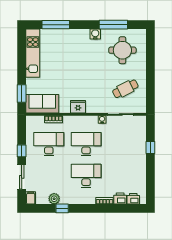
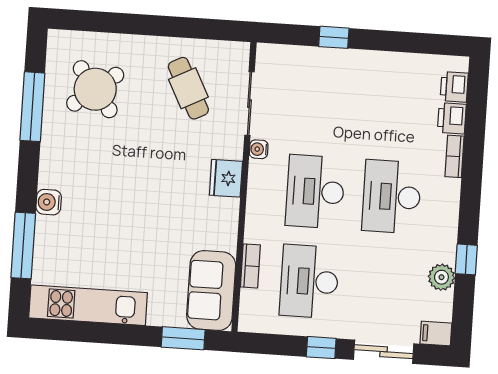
water cooler: (95, 34) -> (49, 202), moved
round table: (122, 50) -> (95, 89), turned -38
fridge: (78, 107) -> (226, 178), moved

